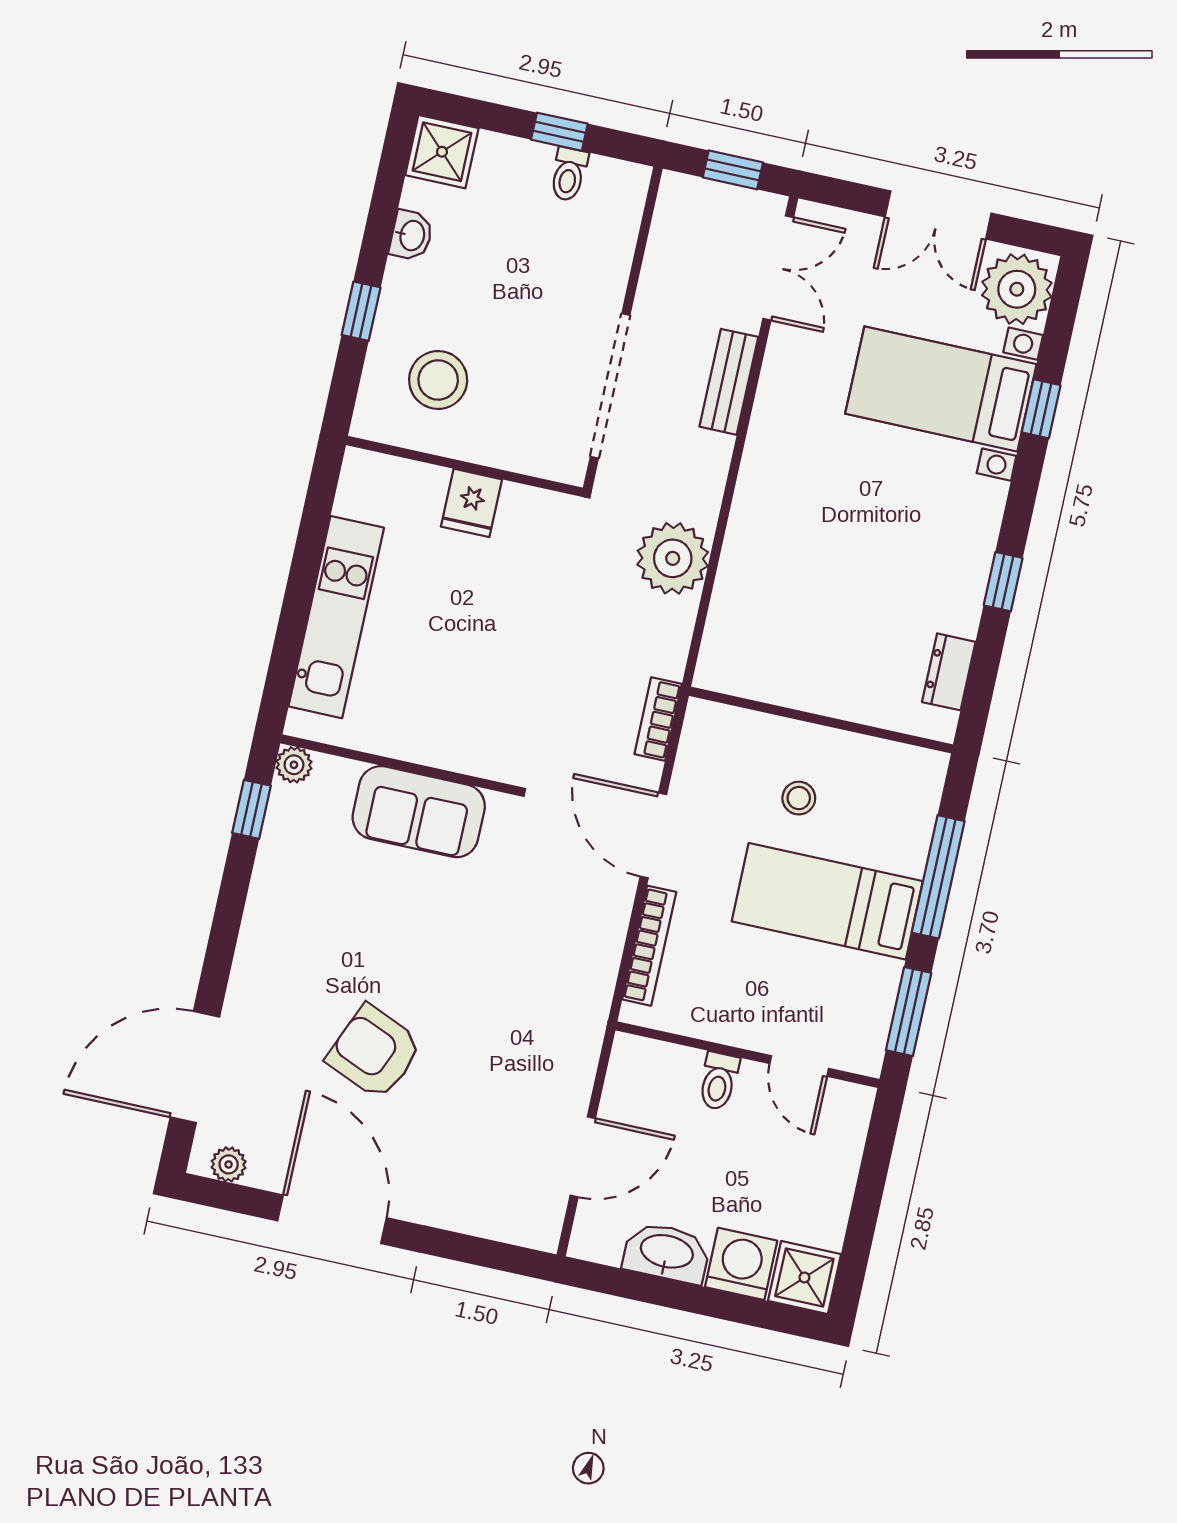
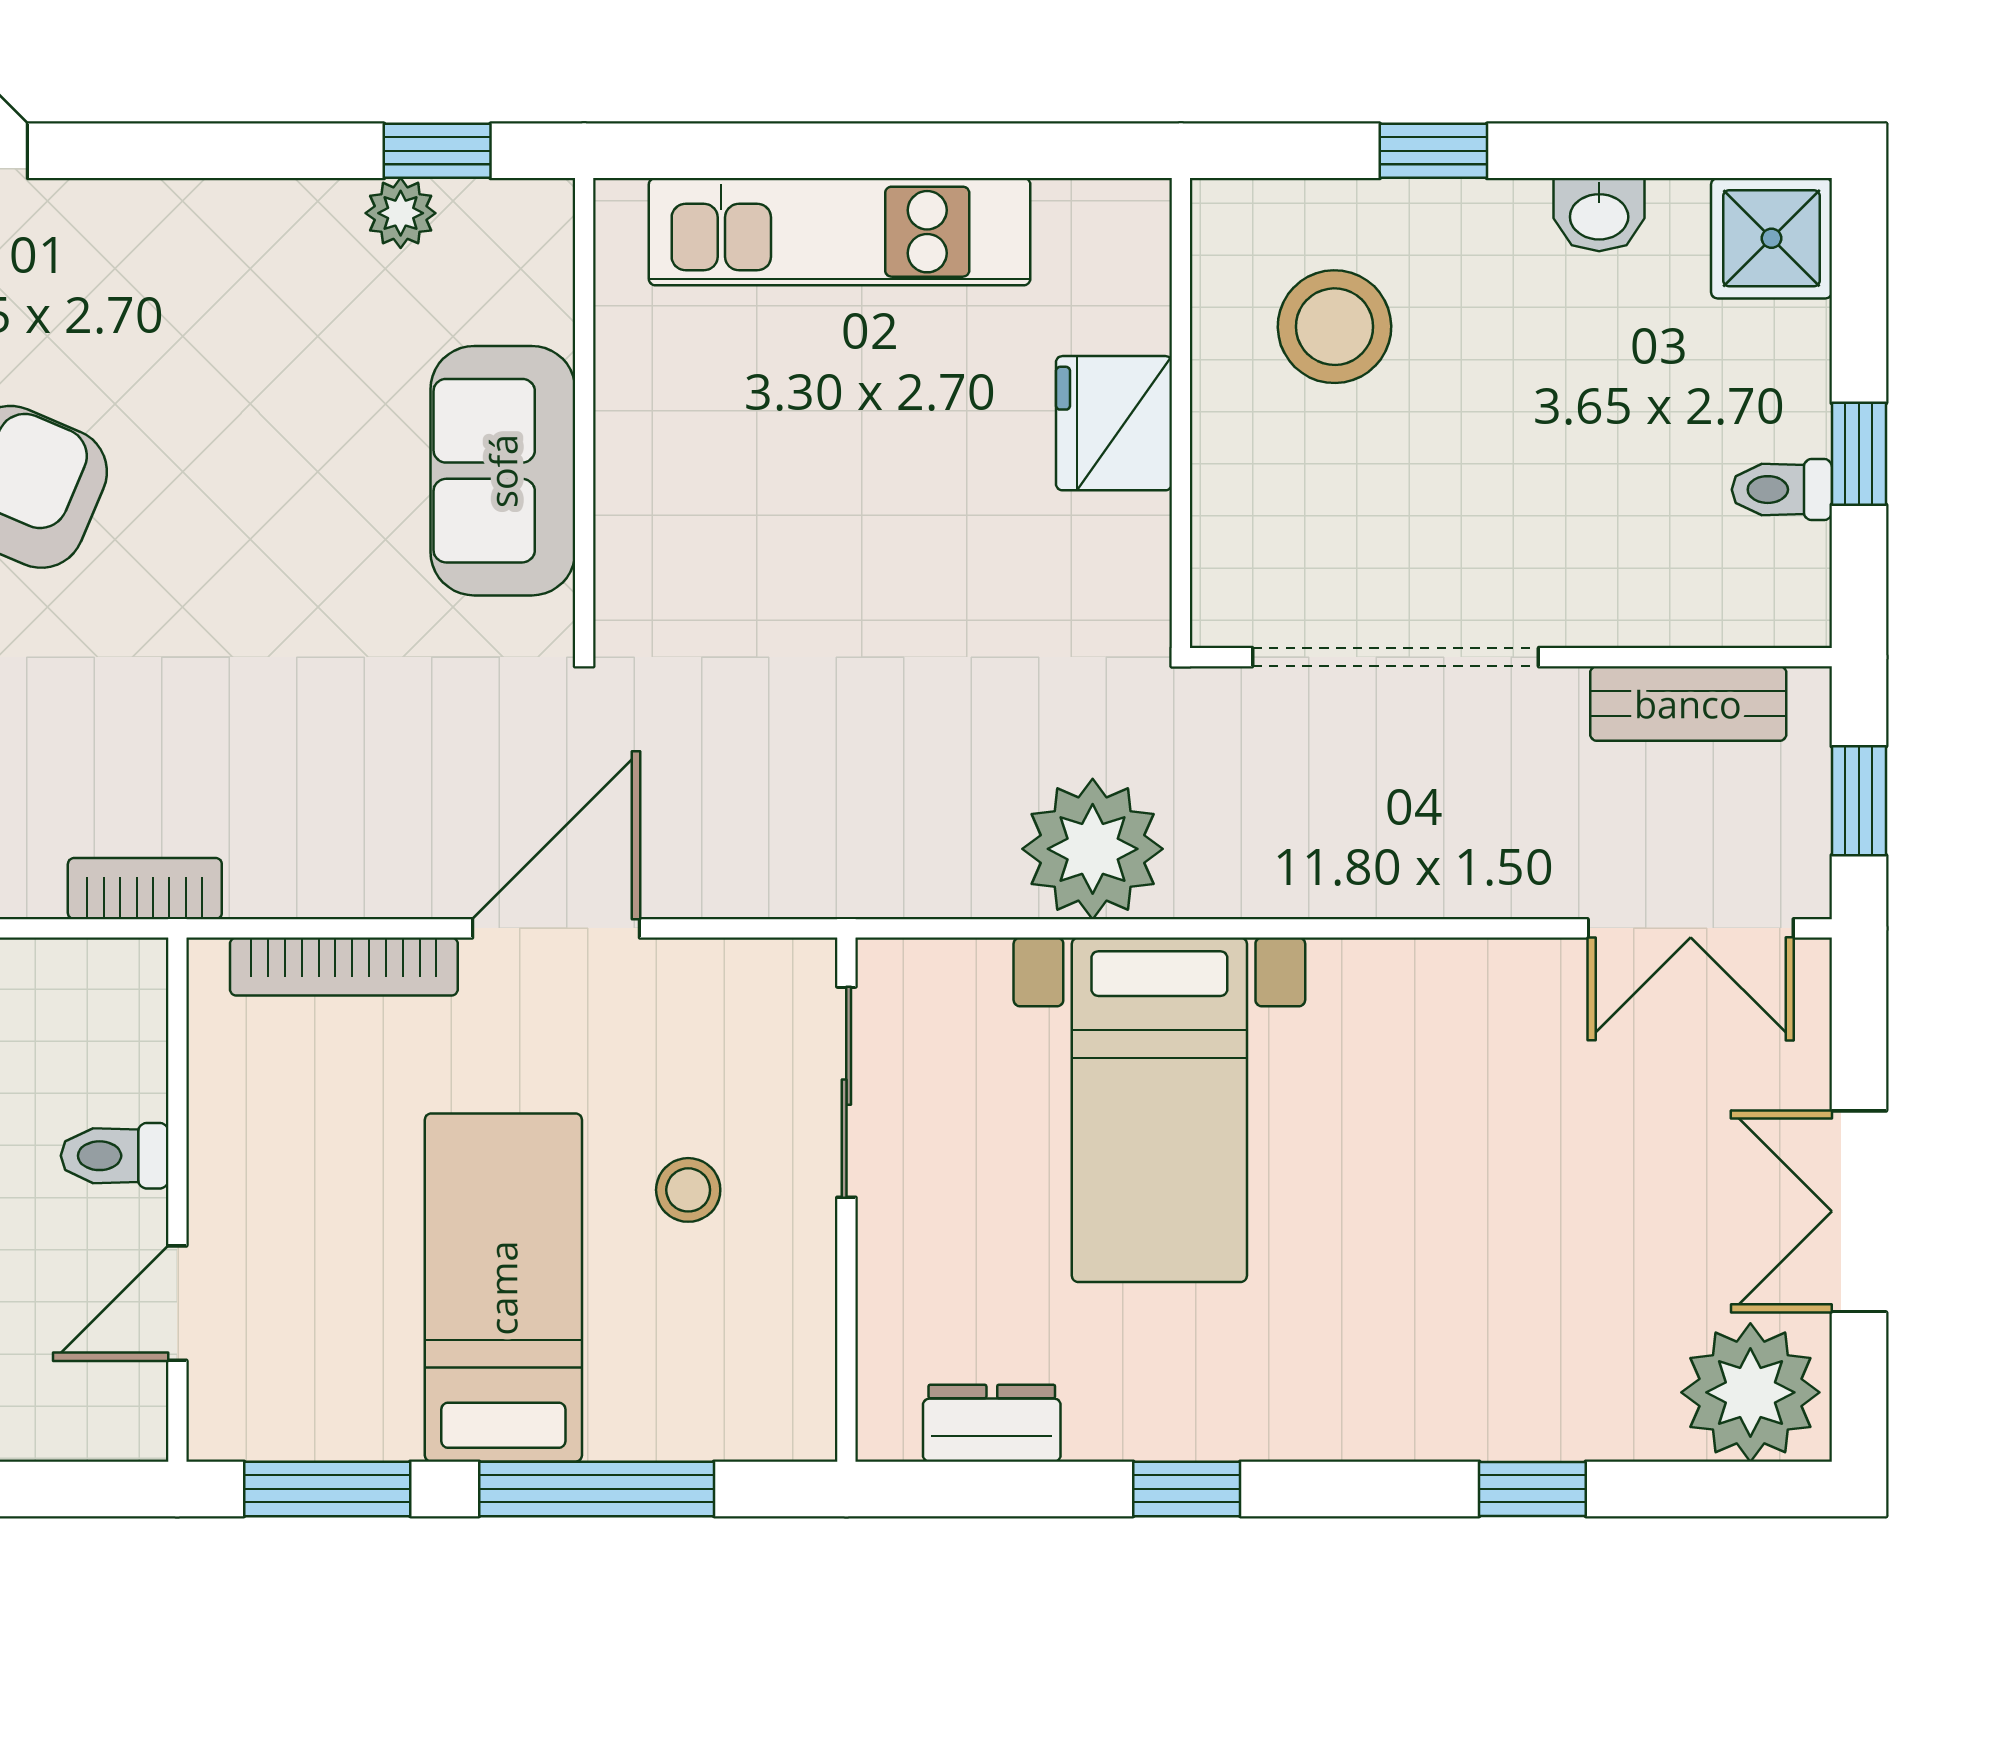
bench: (729, 382) -> (1688, 704), moved
bed with nightstands: (941, 389) -> (1159, 1110), moved, turned 180
fridge: (471, 503) -> (1114, 423), width x1.38
sliding door: (767, 708) -> (846, 1092), added
bookcase: (658, 719) -> (145, 889), moved
plant: (294, 765) -> (401, 213), moved

